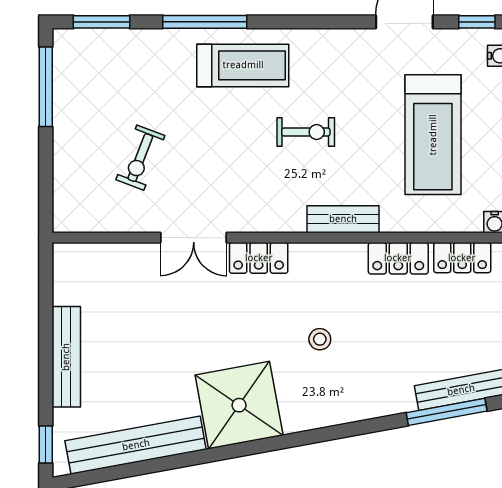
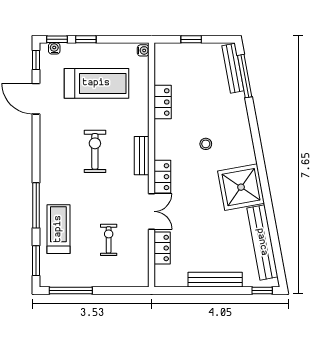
treadmill: (243, 65) -> (58, 229), moved
exercise bike: (306, 132) -> (95, 151), width x1.38, depth x1.39
exercise bike: (140, 158) -> (109, 240), turned -111
bench: (343, 219) -> (142, 156), moved
locker: (462, 258) -> (162, 248), moved

